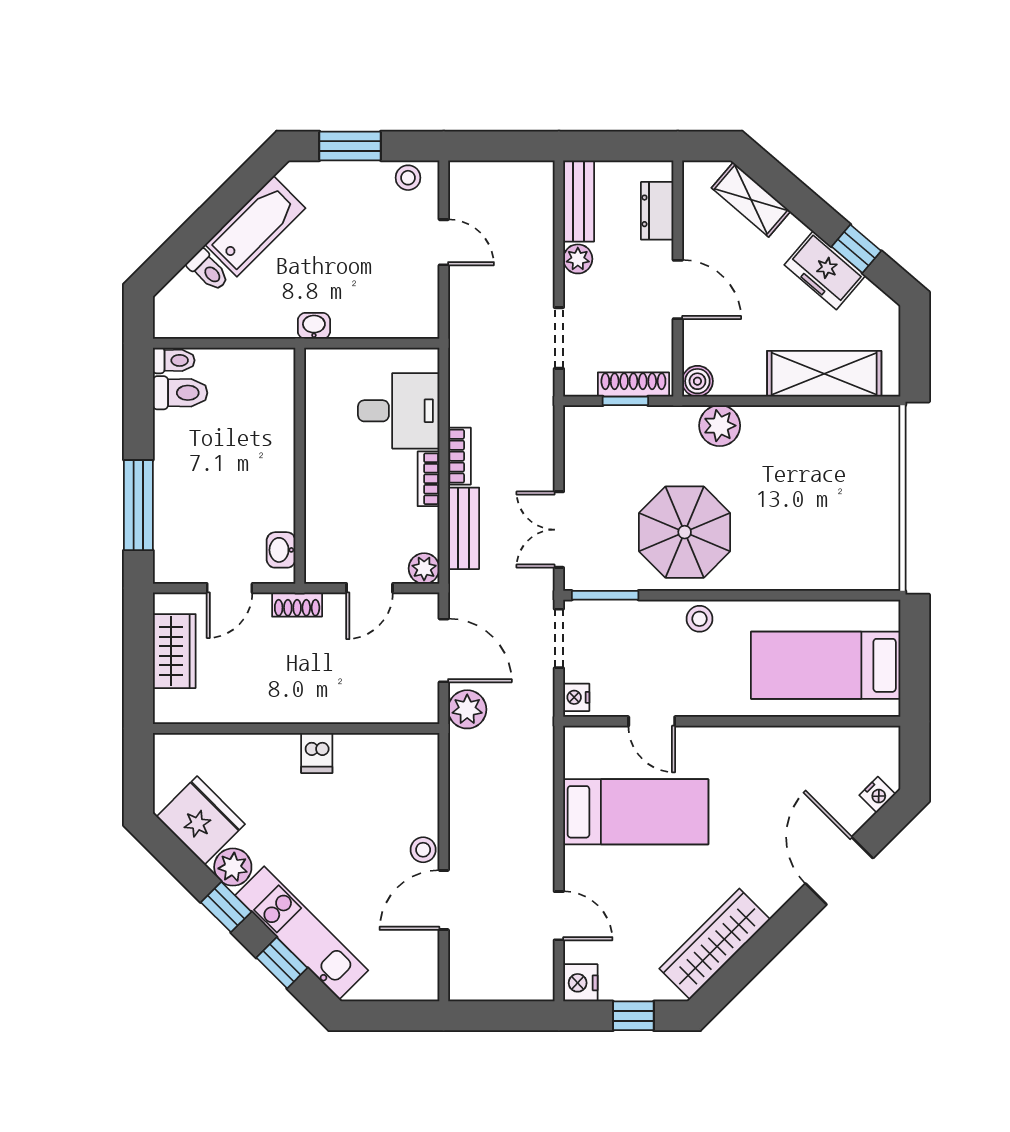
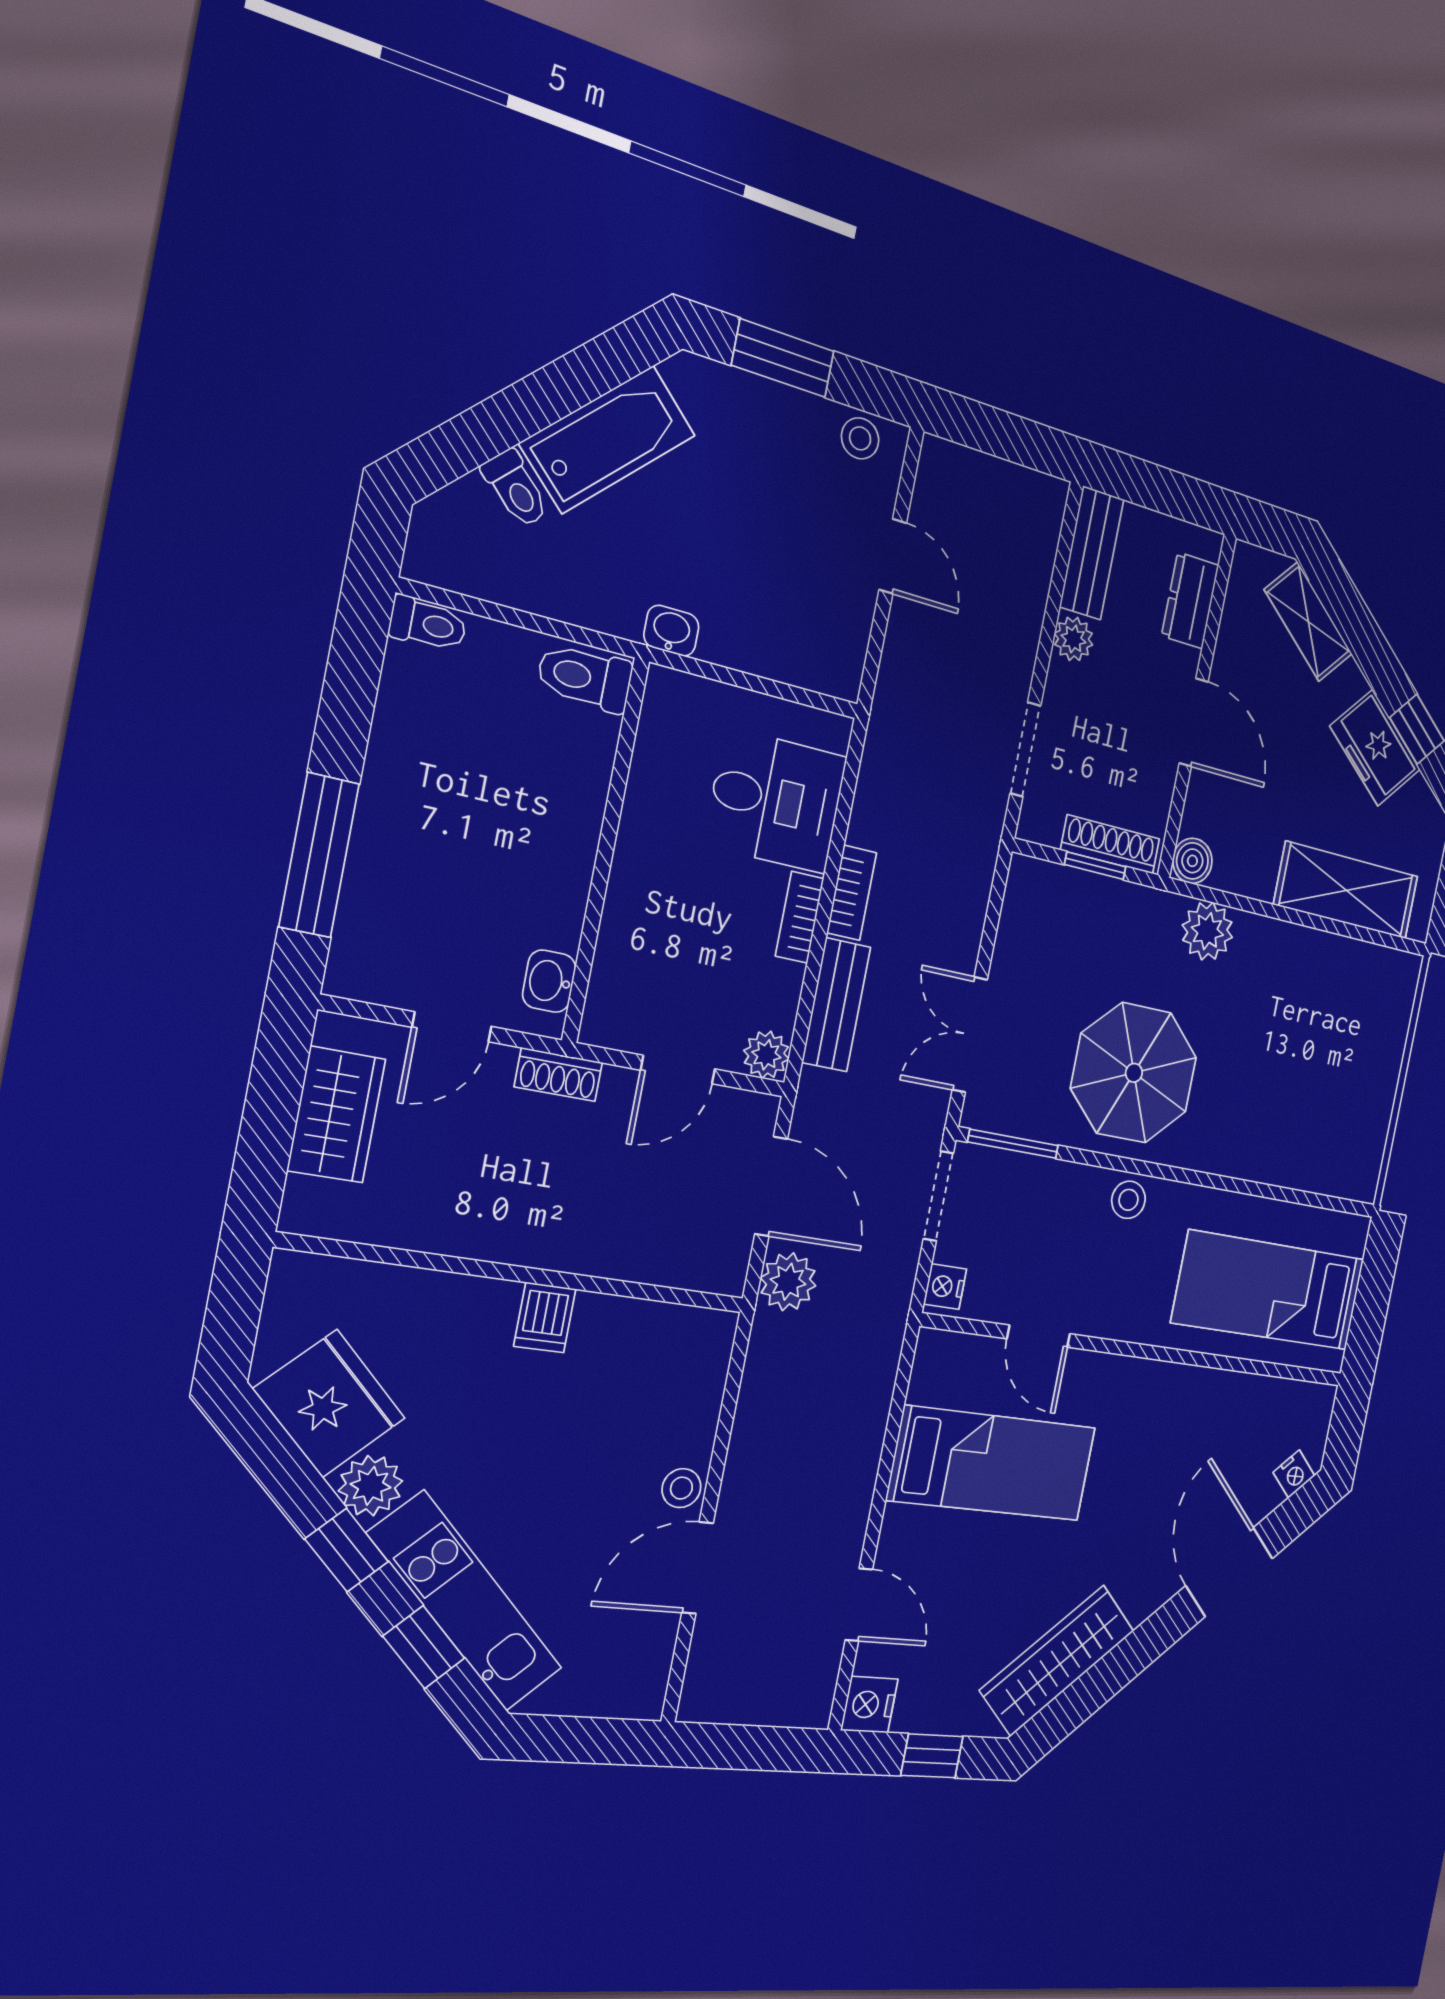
toilet: (180, 393) -> (585, 677), moved, turned 180

